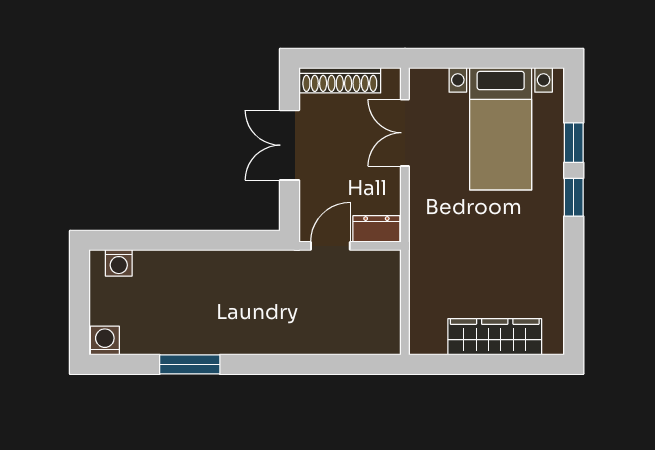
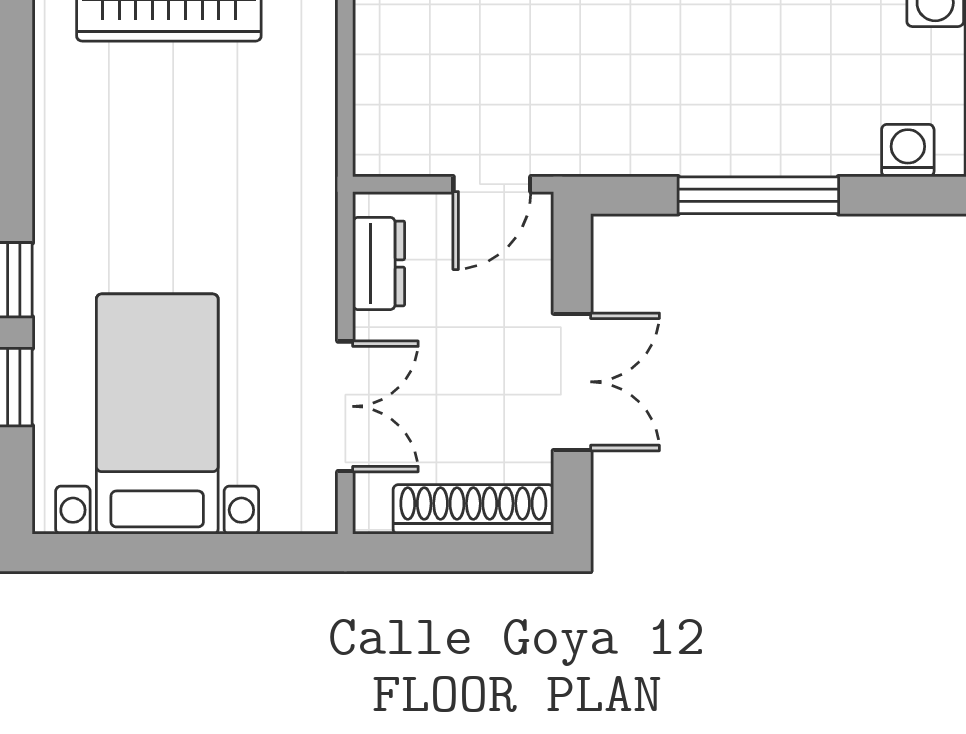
dresser: (376, 229) -> (379, 263), moved, turned -90
window: (195, 240) -> (758, 195), added

